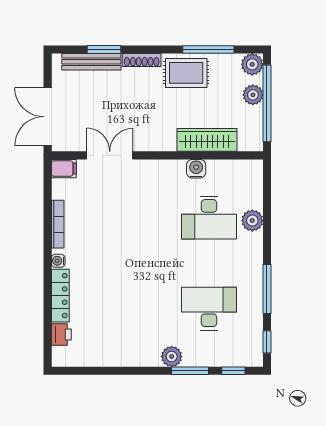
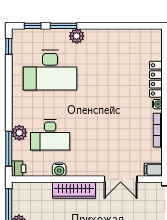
wardrobe: (207, 140) -> (74, 190), moved
desk: (209, 218) -> (50, 135), turned 180
window: (267, 289) -> (9, 149), moved
desk: (209, 309) -> (50, 70), width x1.36, depth x1.30
printer: (61, 335) -> (19, 169), moved, turned 180

